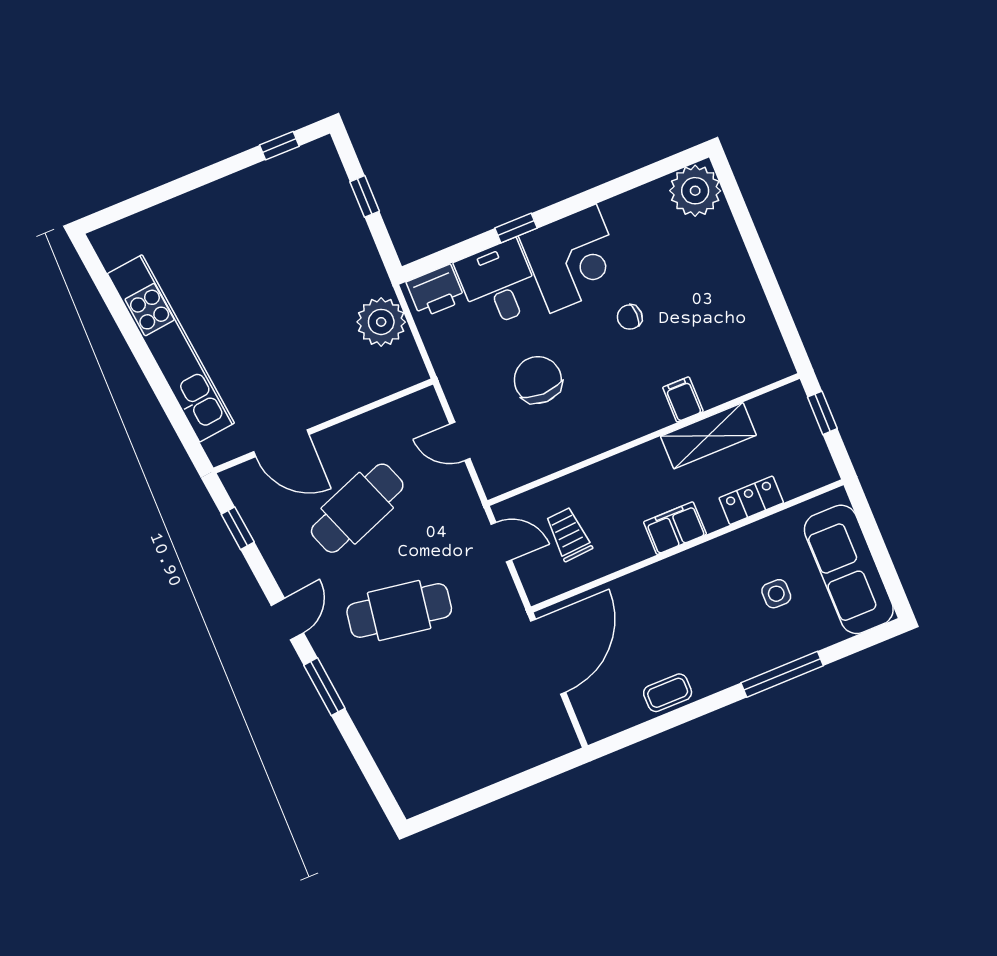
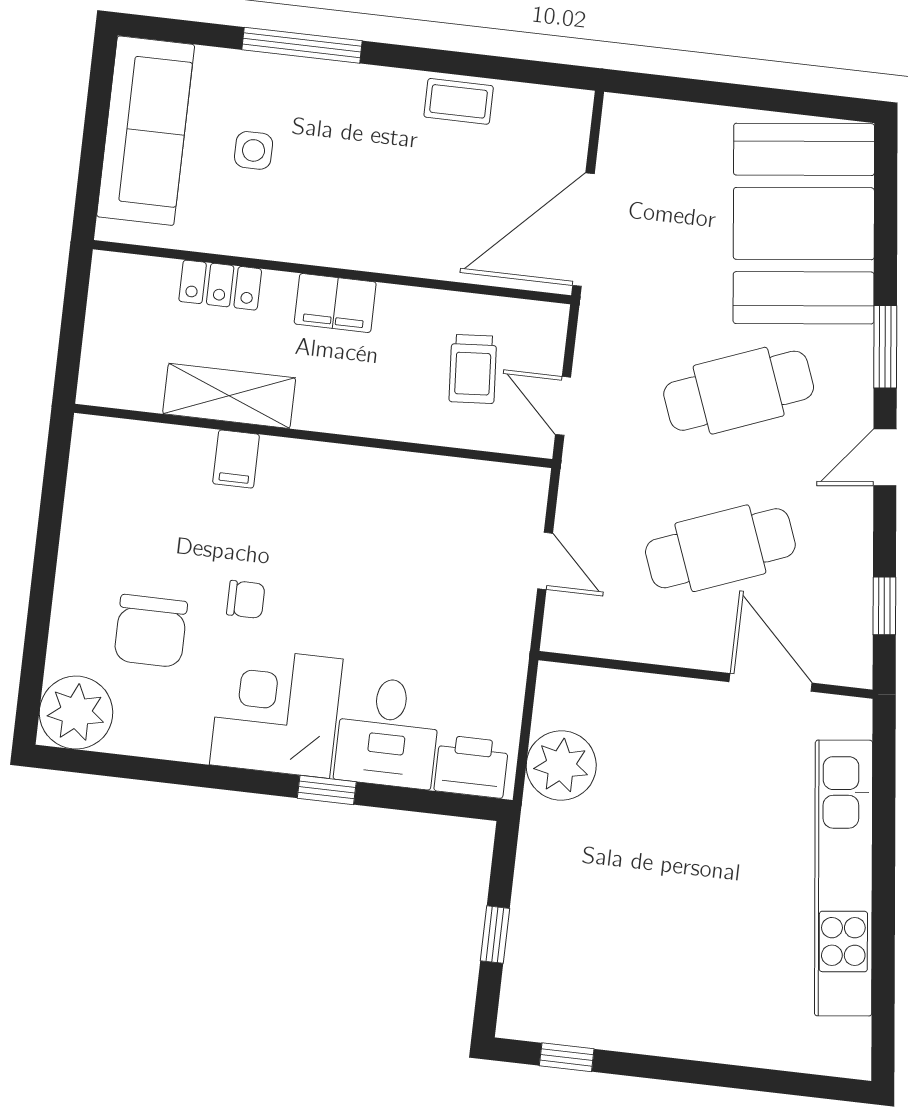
chair: (538, 380) -> (151, 631), moved
window: (822, 413) -> (70, 345), removed
cafe table: (399, 611) -> (739, 391), turned -30
booth: (416, 734) -> (804, 224), added

